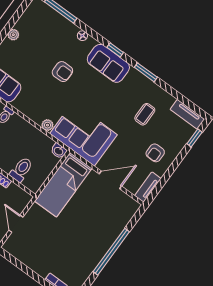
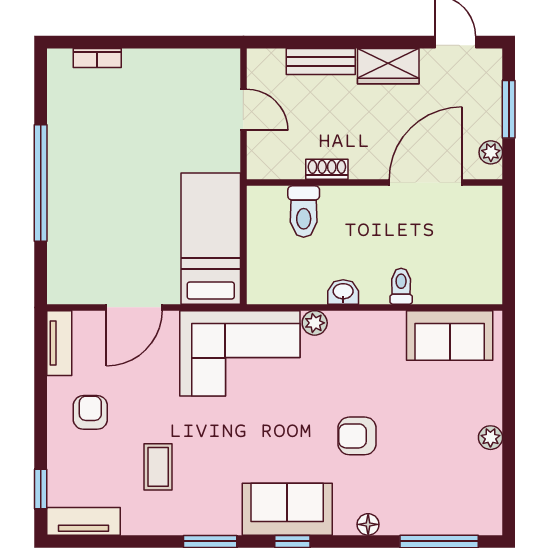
washbasin: (59, 151) -> (343, 292), moved

